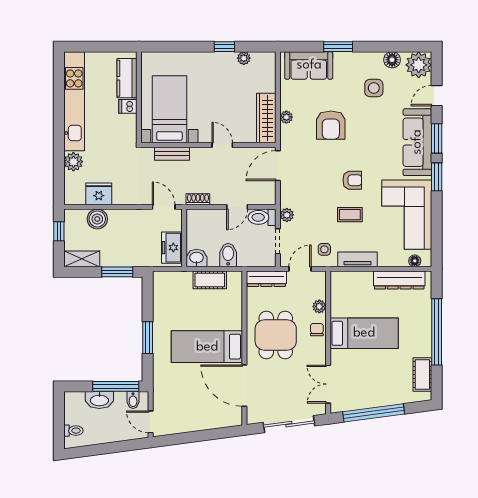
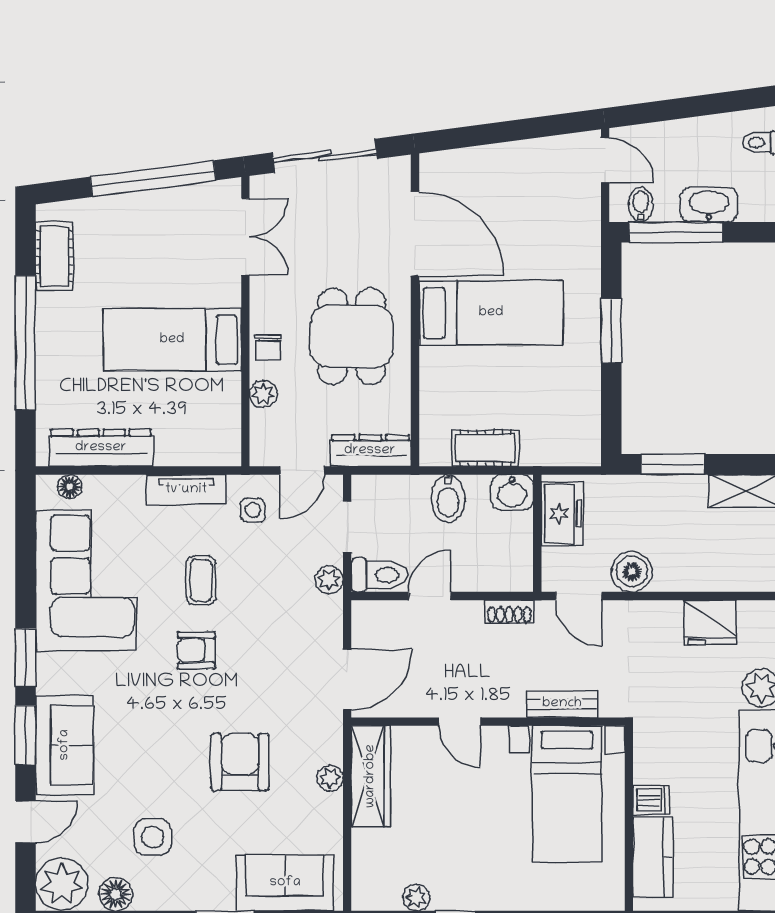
sofa: (417, 142) -> (65, 745), width x0.73
coffee table: (350, 215) -> (201, 580), turned 90
boiler: (97, 219) -> (632, 572), moved

